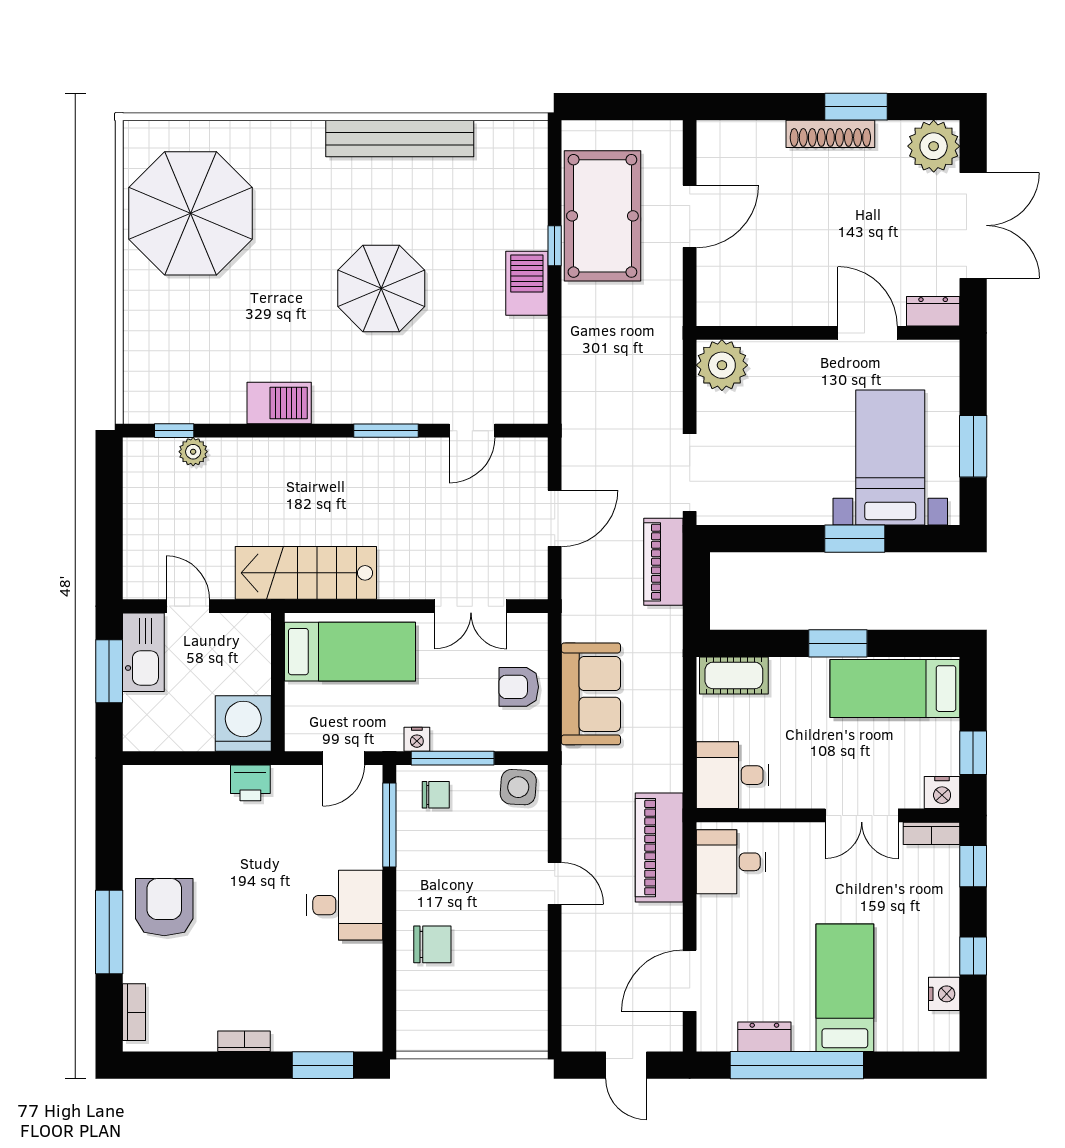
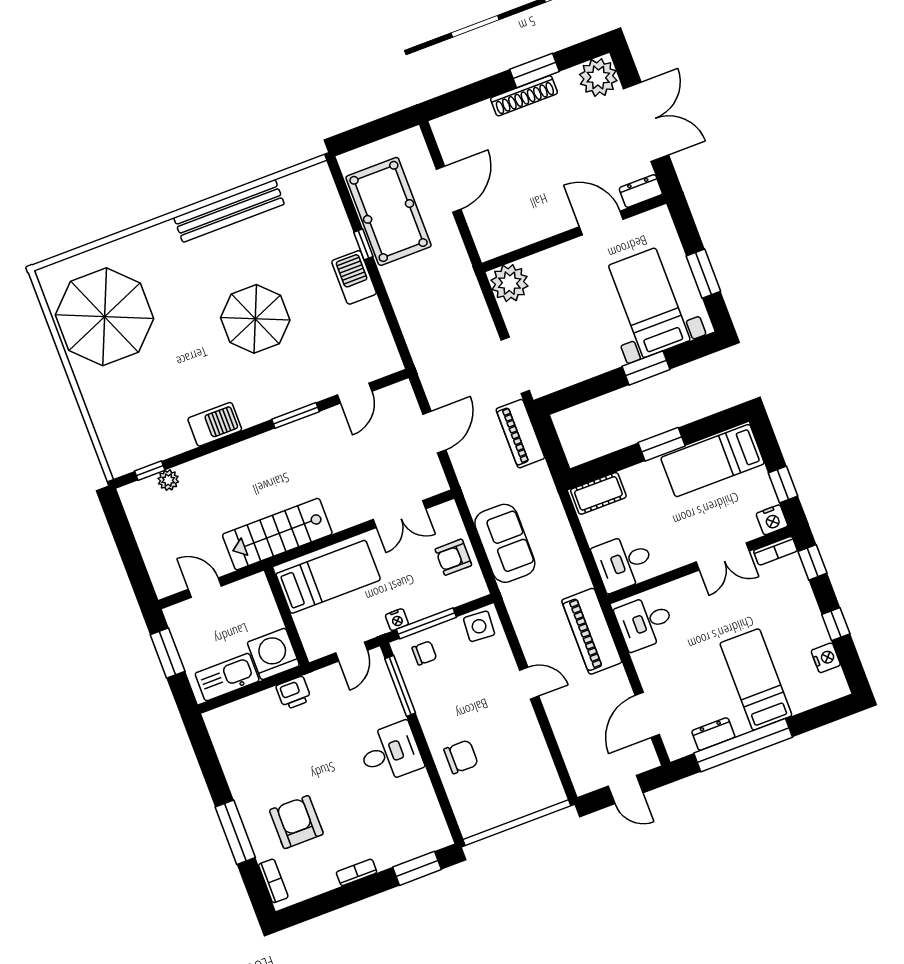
kitchen sink: (143, 652) -> (227, 677), moved, turned -90
armchair: (164, 907) -> (296, 822), moved

